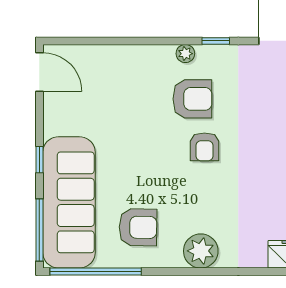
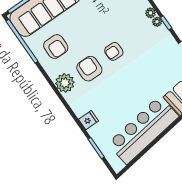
plant: (205, 53) -> (157, 22), added
armchair: (192, 99) -> (89, 69), moved, turned 180

